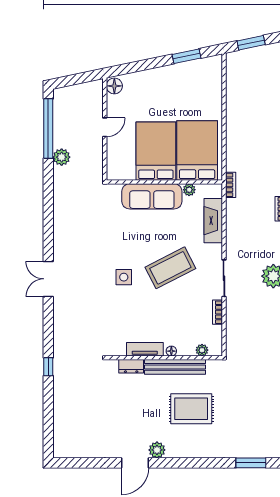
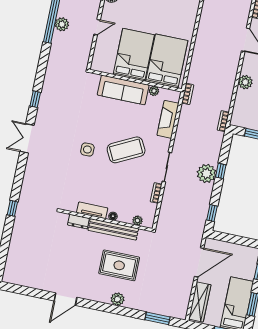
plant: (62, 157) -> (62, 24), moved
window: (48, 230) -> (35, 99), added
plant: (157, 450) -> (117, 299), moved

